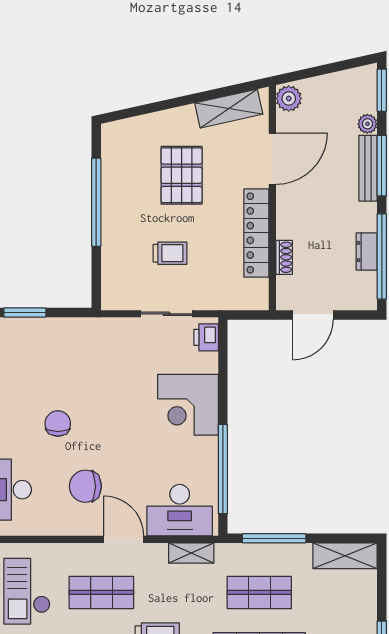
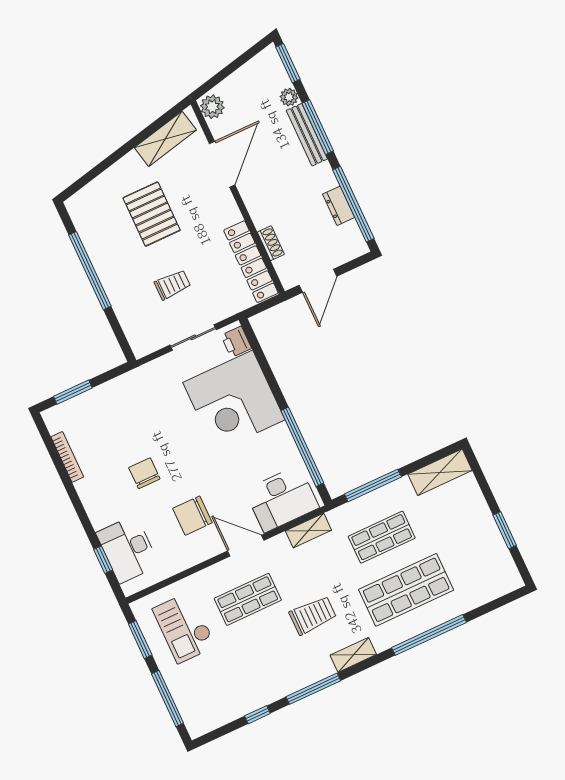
locker: (256, 233) -> (251, 262), moved
corner desk: (188, 405) -> (234, 401), width x1.36, depth x1.36

